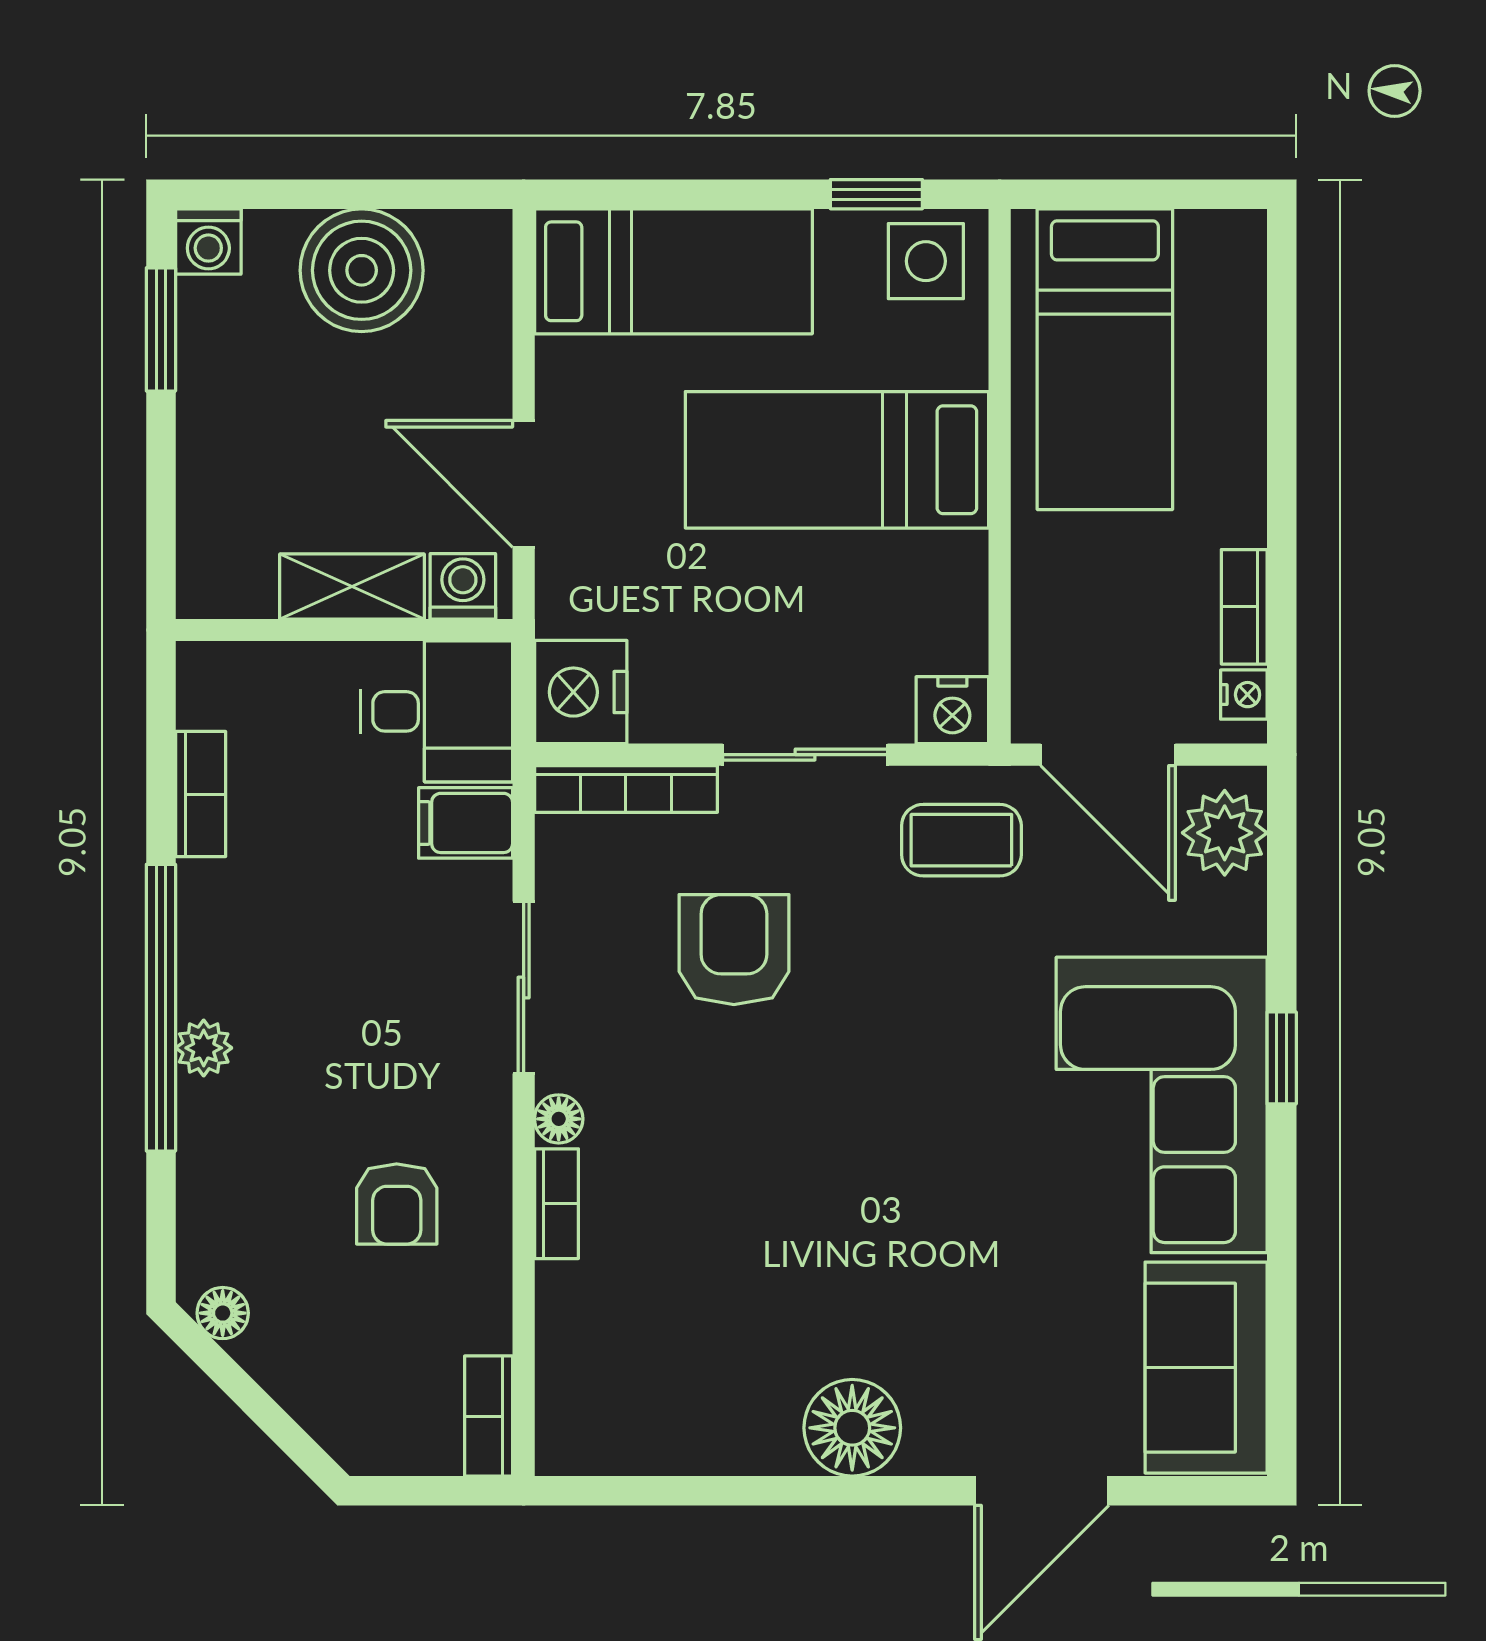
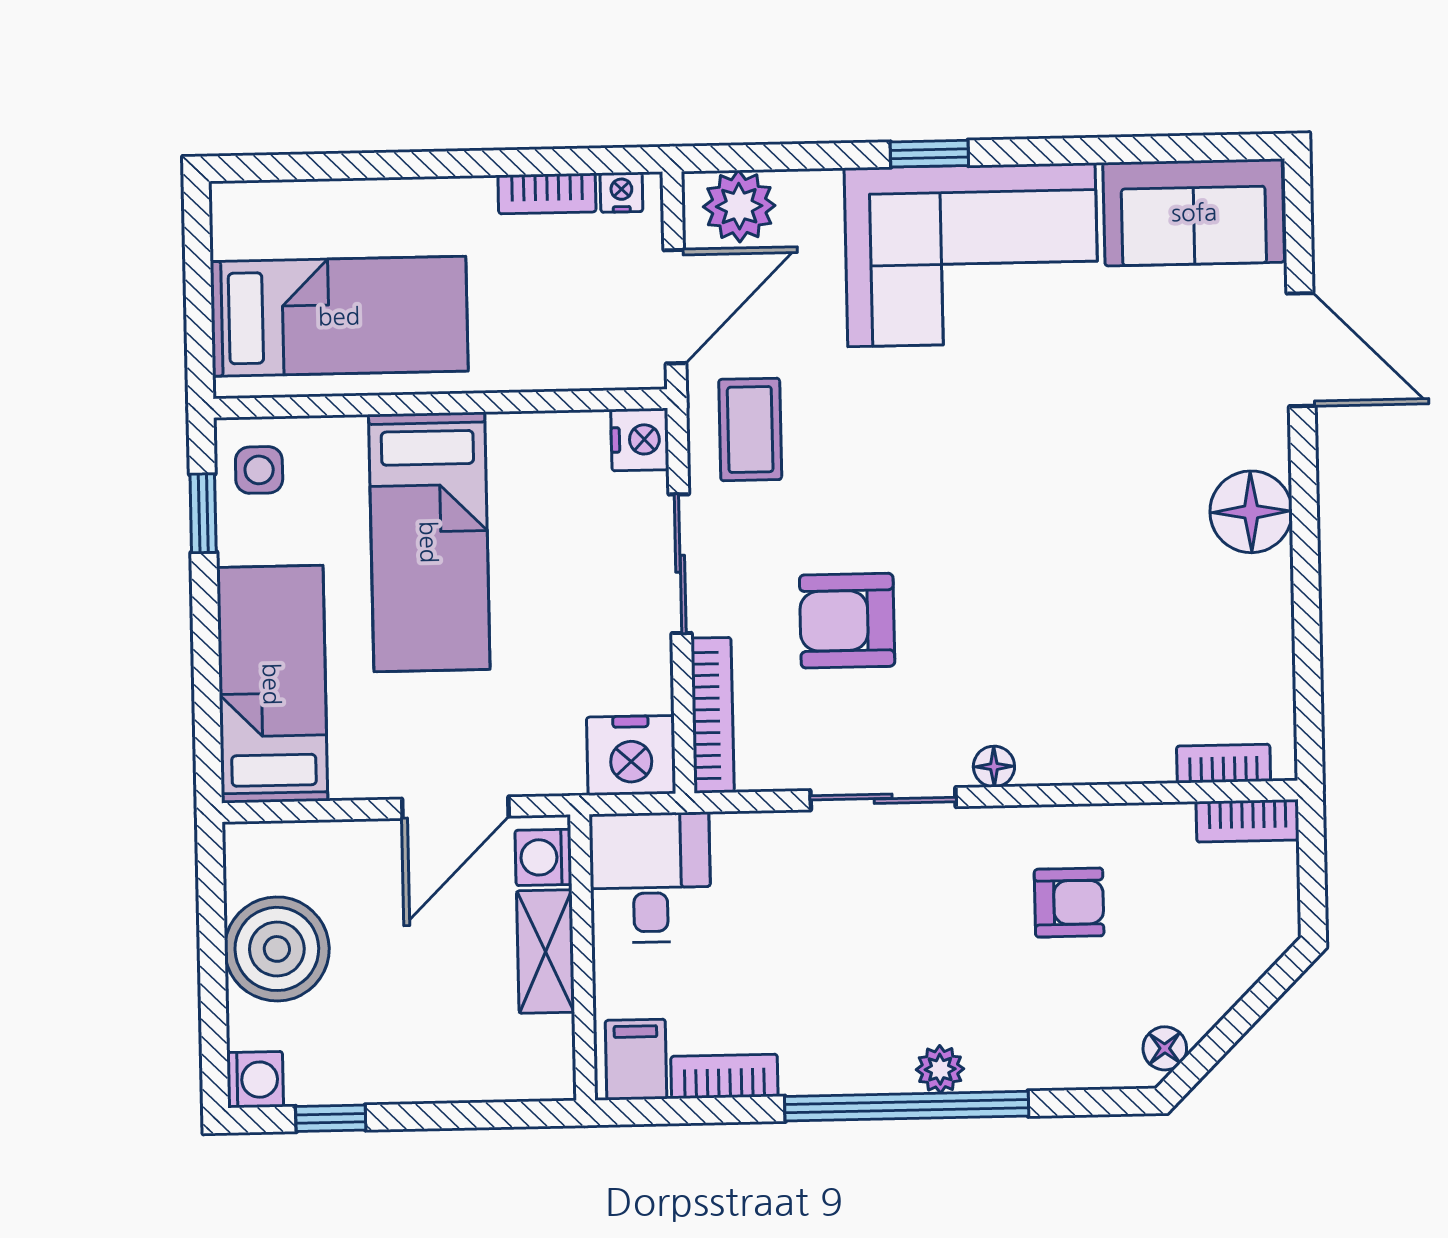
side table: (926, 261) -> (259, 470), width x0.73, depth x0.73
window: (161, 329) -> (331, 1118), width x0.67
filing cabinet: (466, 823) -> (636, 1059), moved, turned 180
bookcase: (556, 1204) -> (1224, 764), moved

